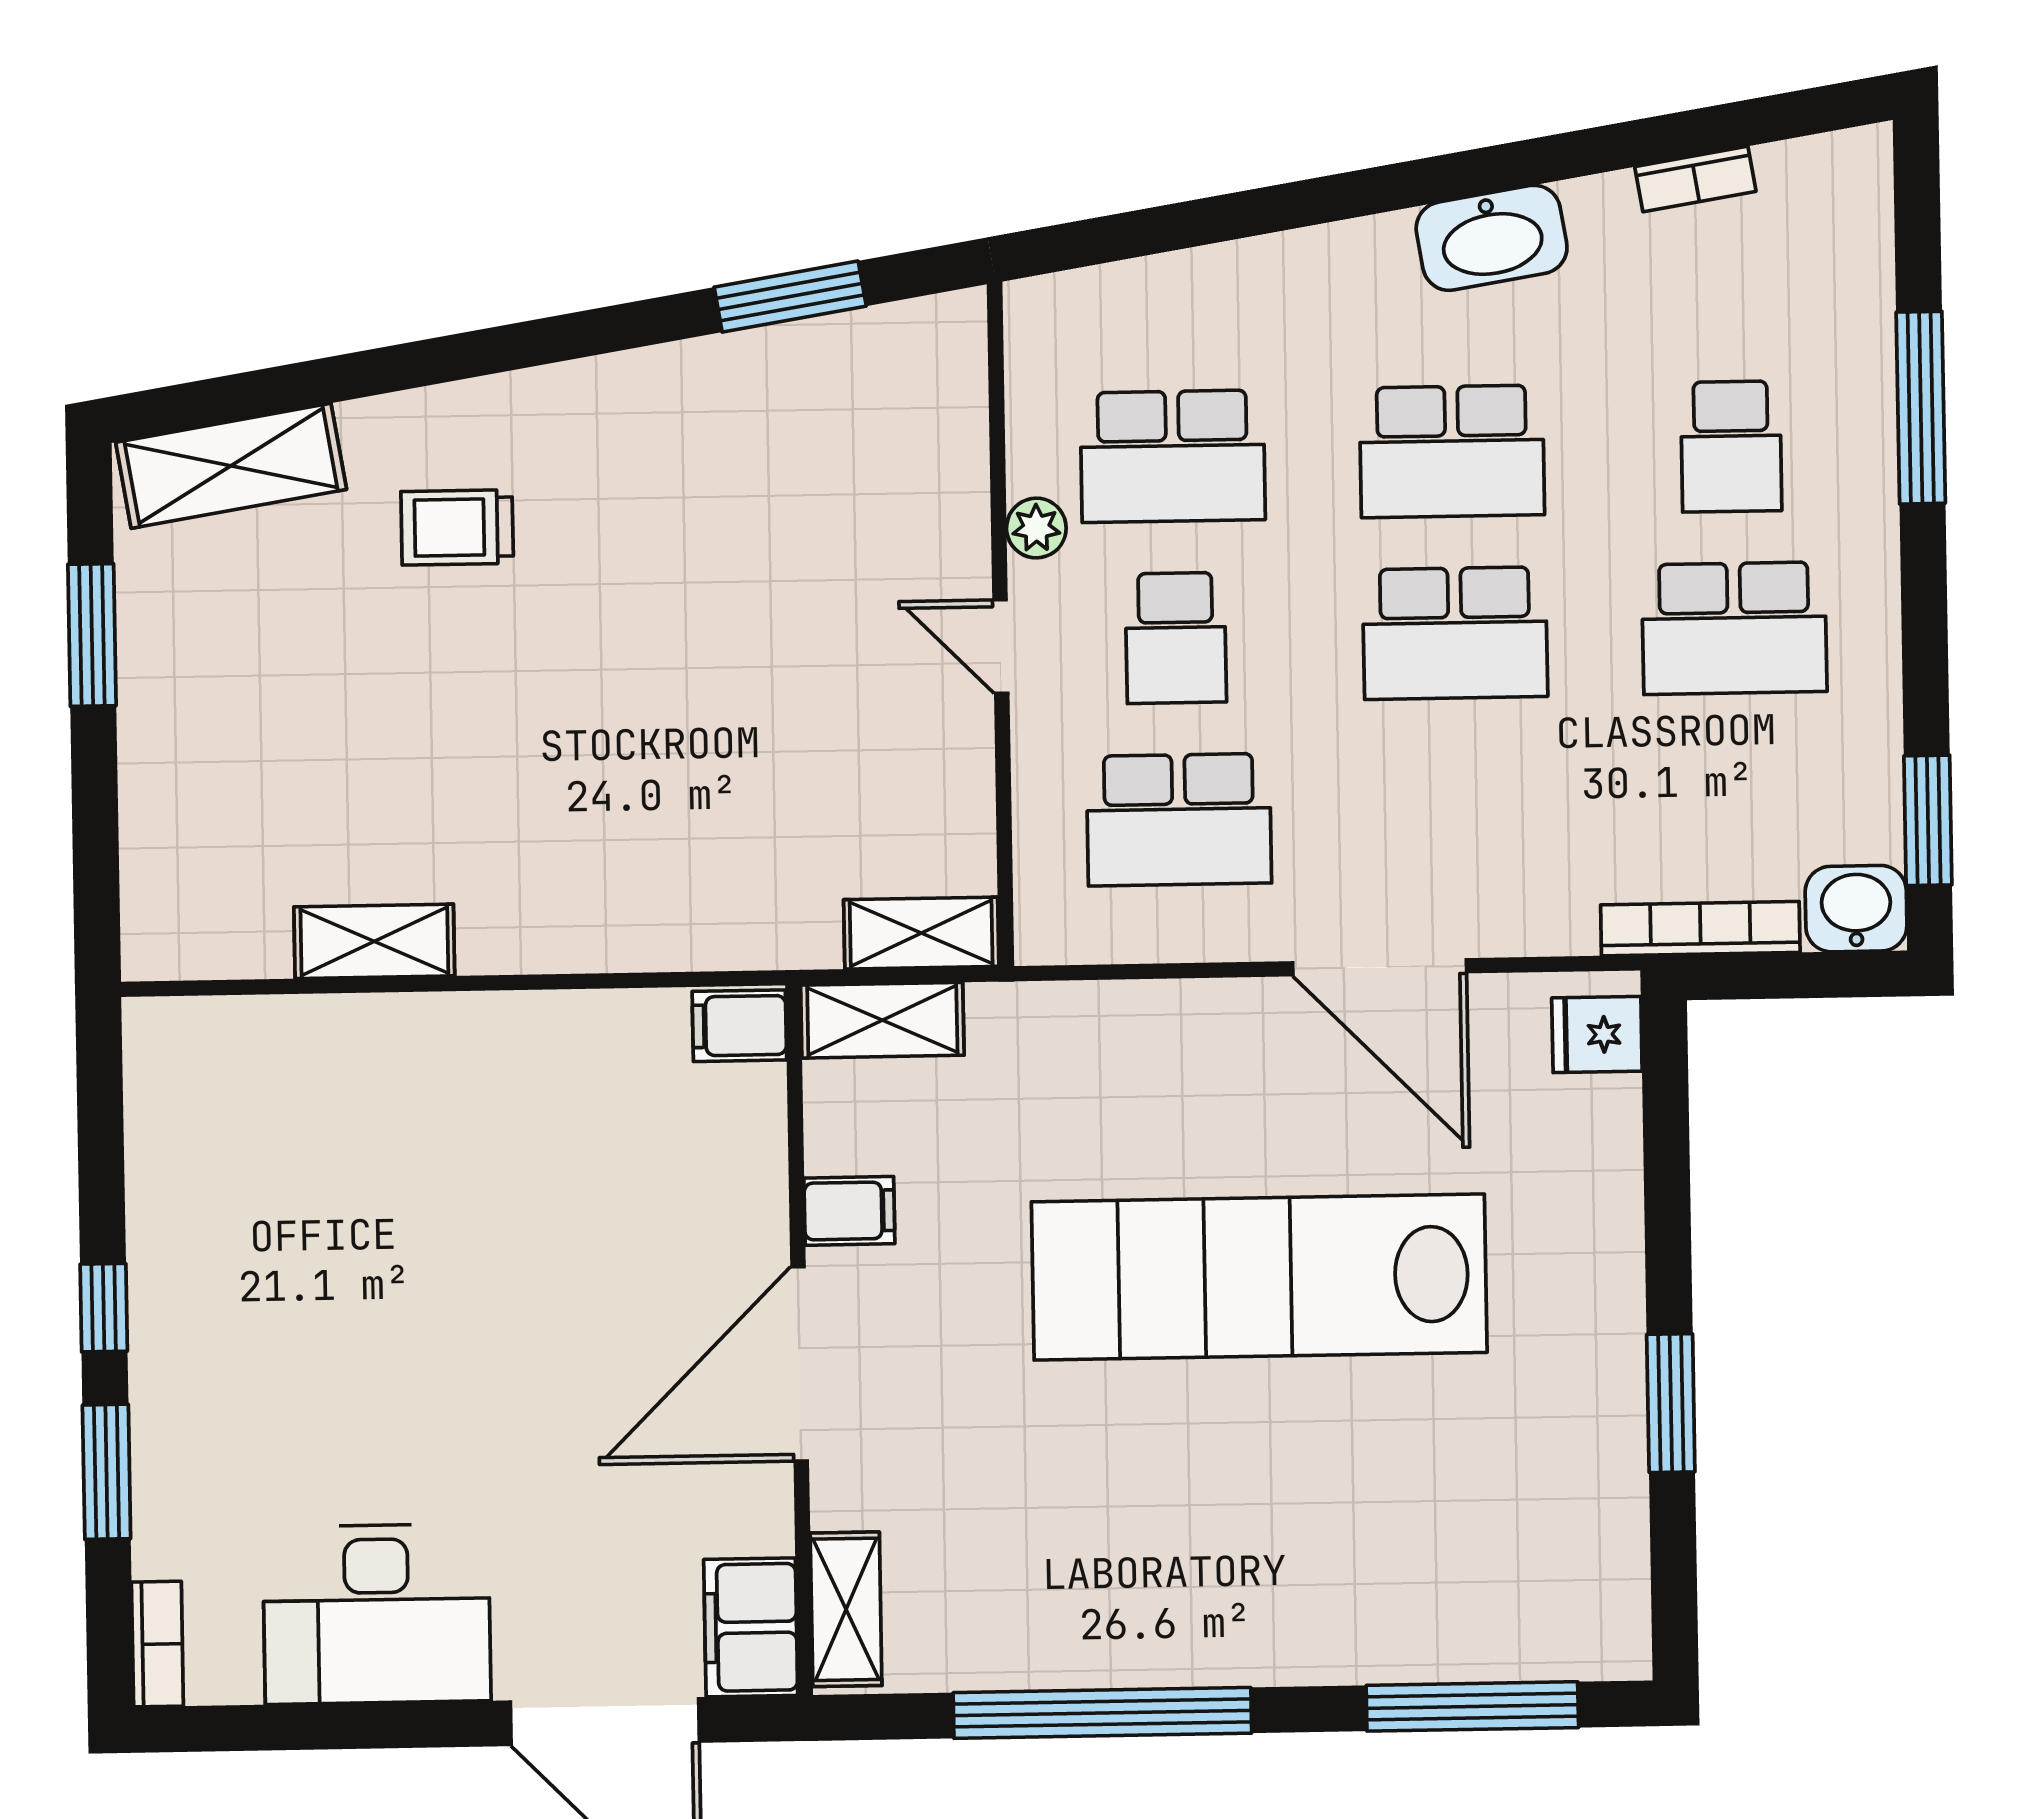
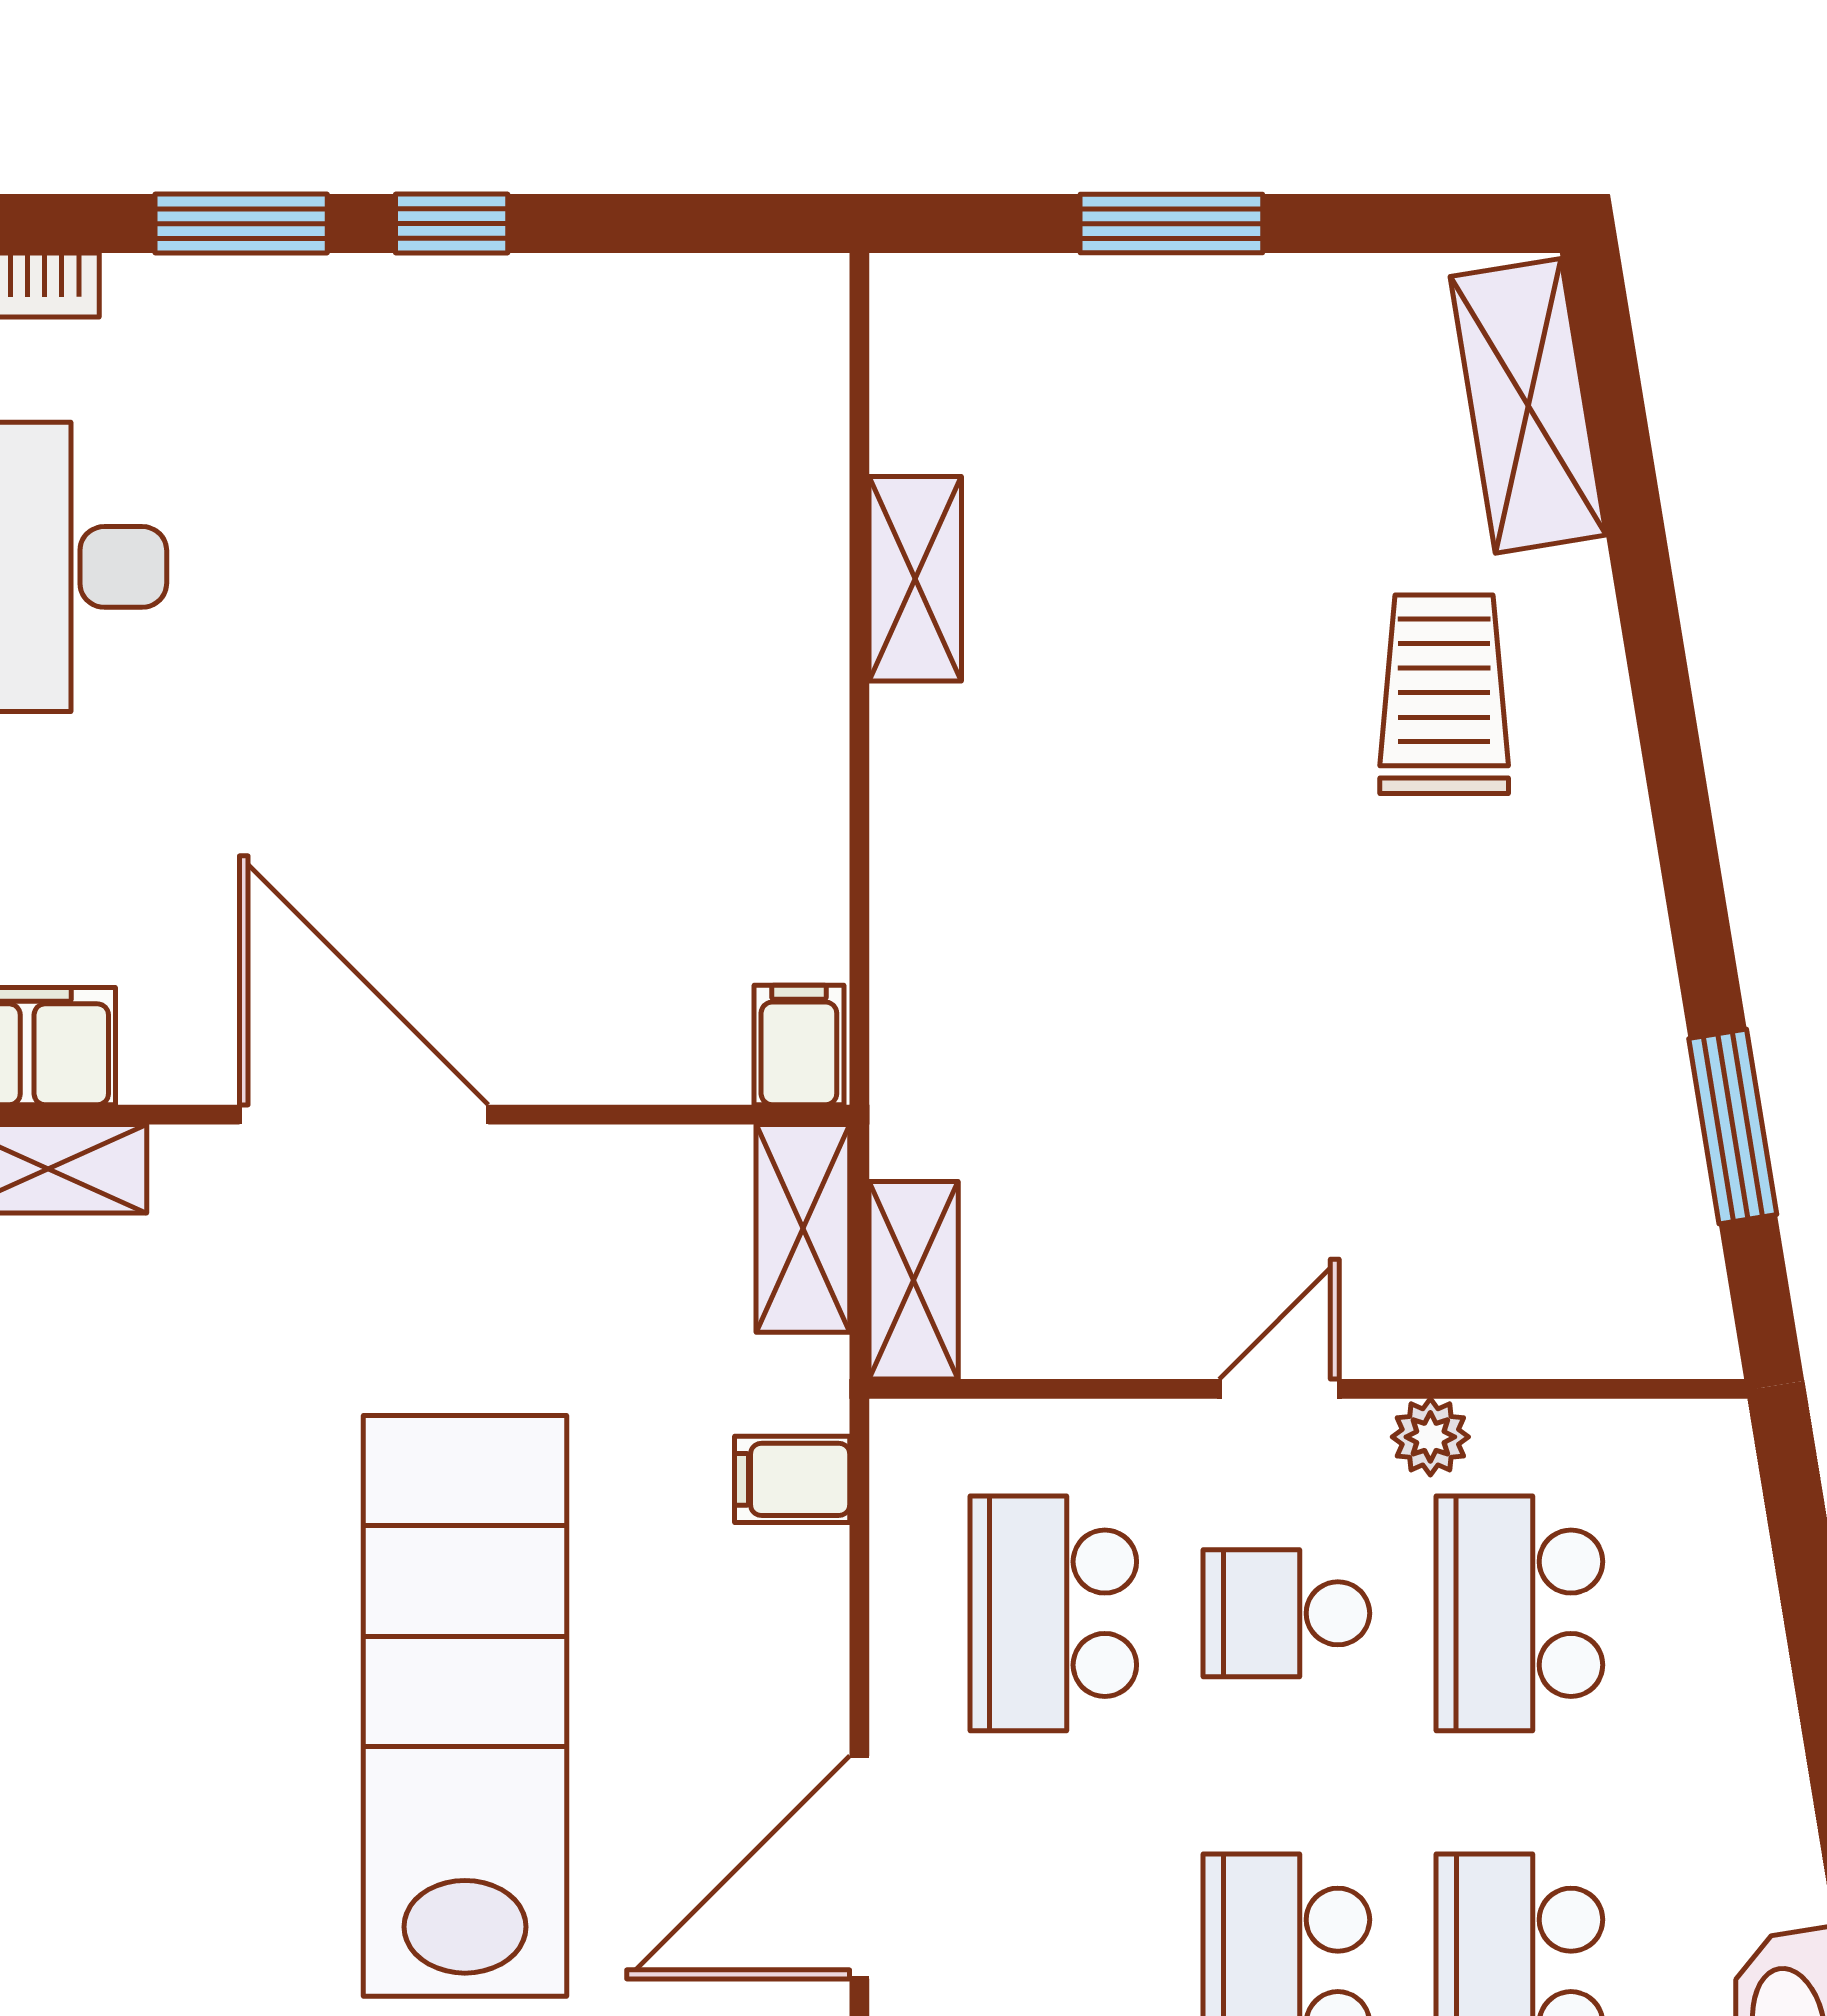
trolley: (457, 527) -> (1444, 694), width x1.36, depth x1.39
window: (92, 635) -> (1171, 224), moved
filing cabinet: (849, 1211) -> (792, 1479), moved, turned 90

